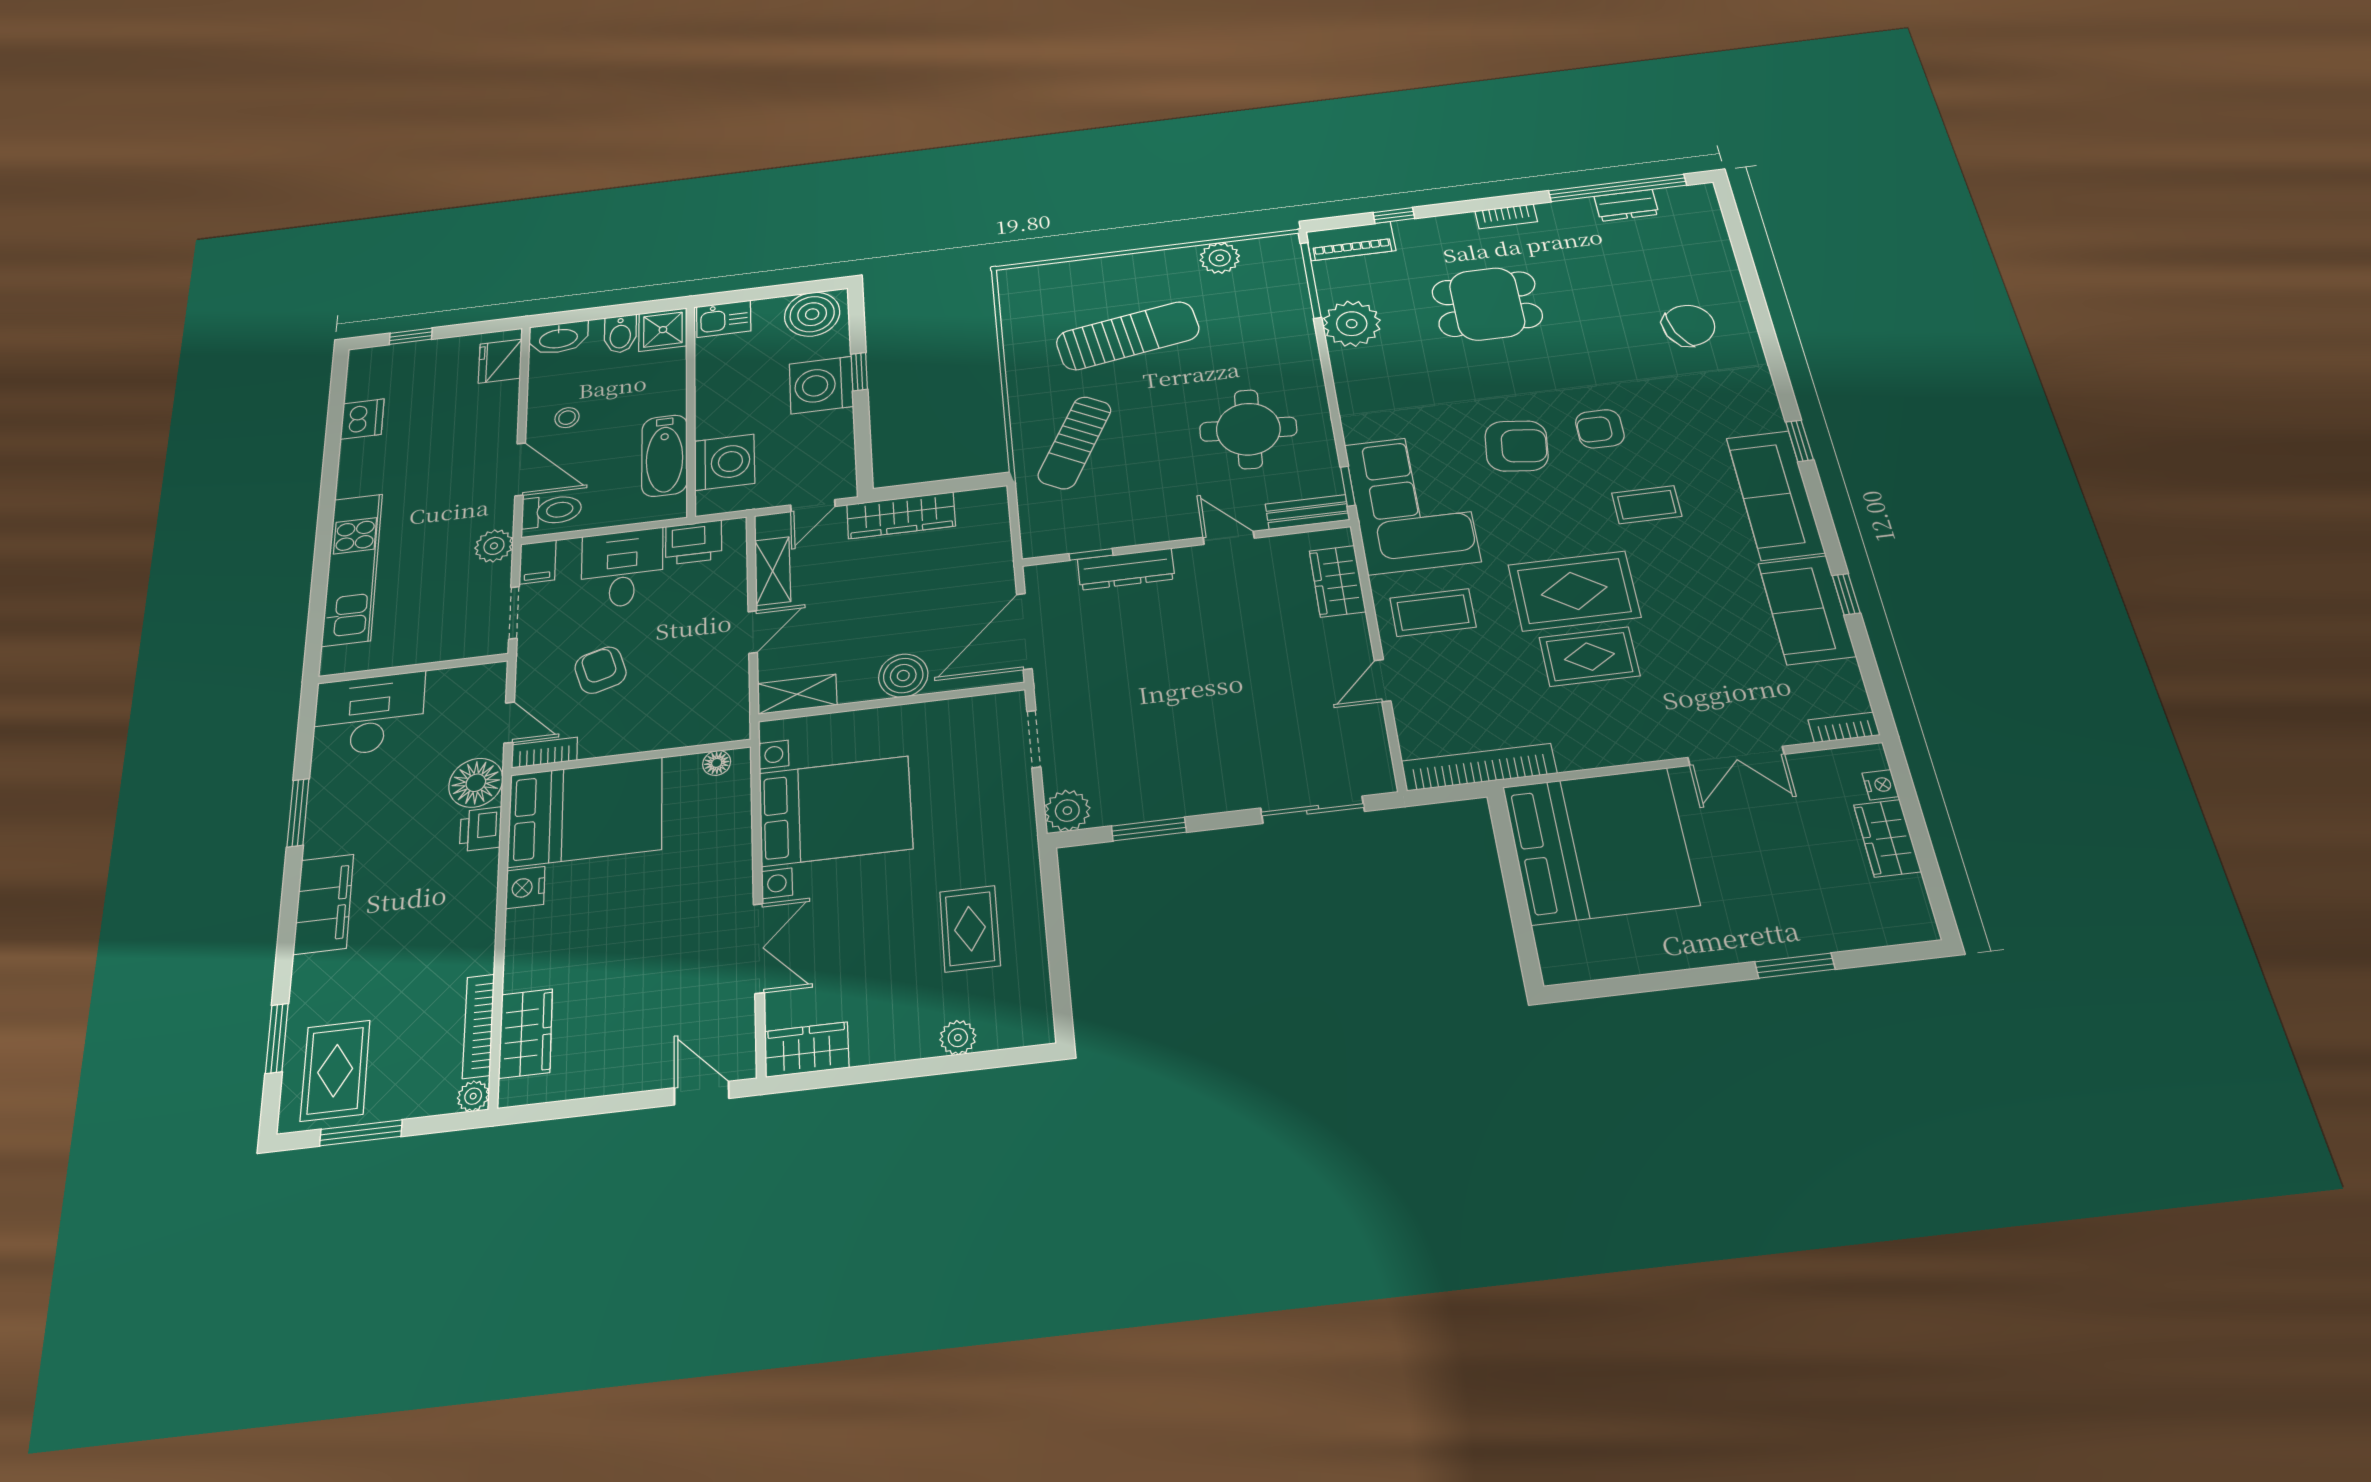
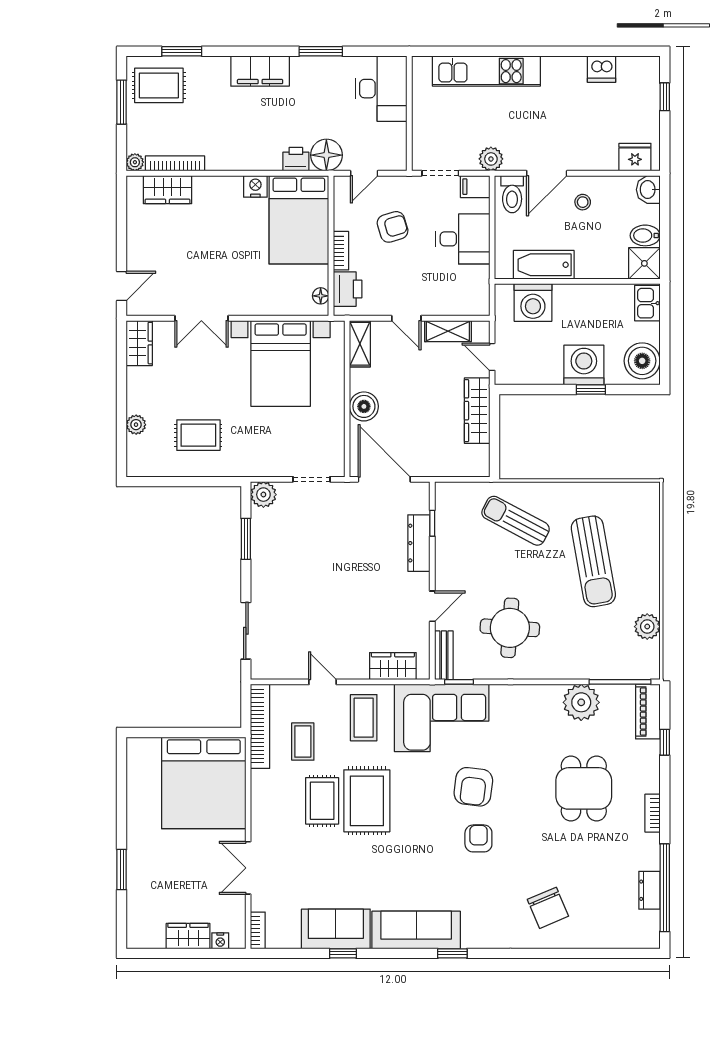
washbasin: (558, 338) -> (648, 190), width x0.72
coffee table: (1647, 505) -> (303, 742), moved
printer: (694, 542) -> (348, 289), moved, turned 180
bookcase: (544, 753) -> (341, 251), moved

